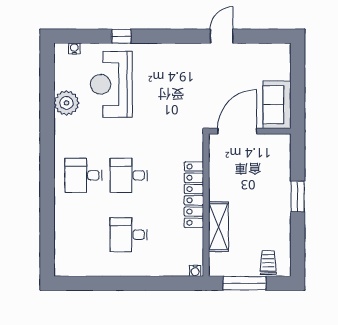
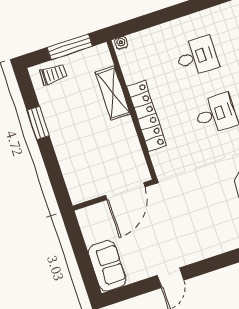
sofa: (277, 105) -> (107, 266), moved
window: (298, 196) -> (38, 123), moved
trolley: (268, 263) -> (53, 74), turned -90

